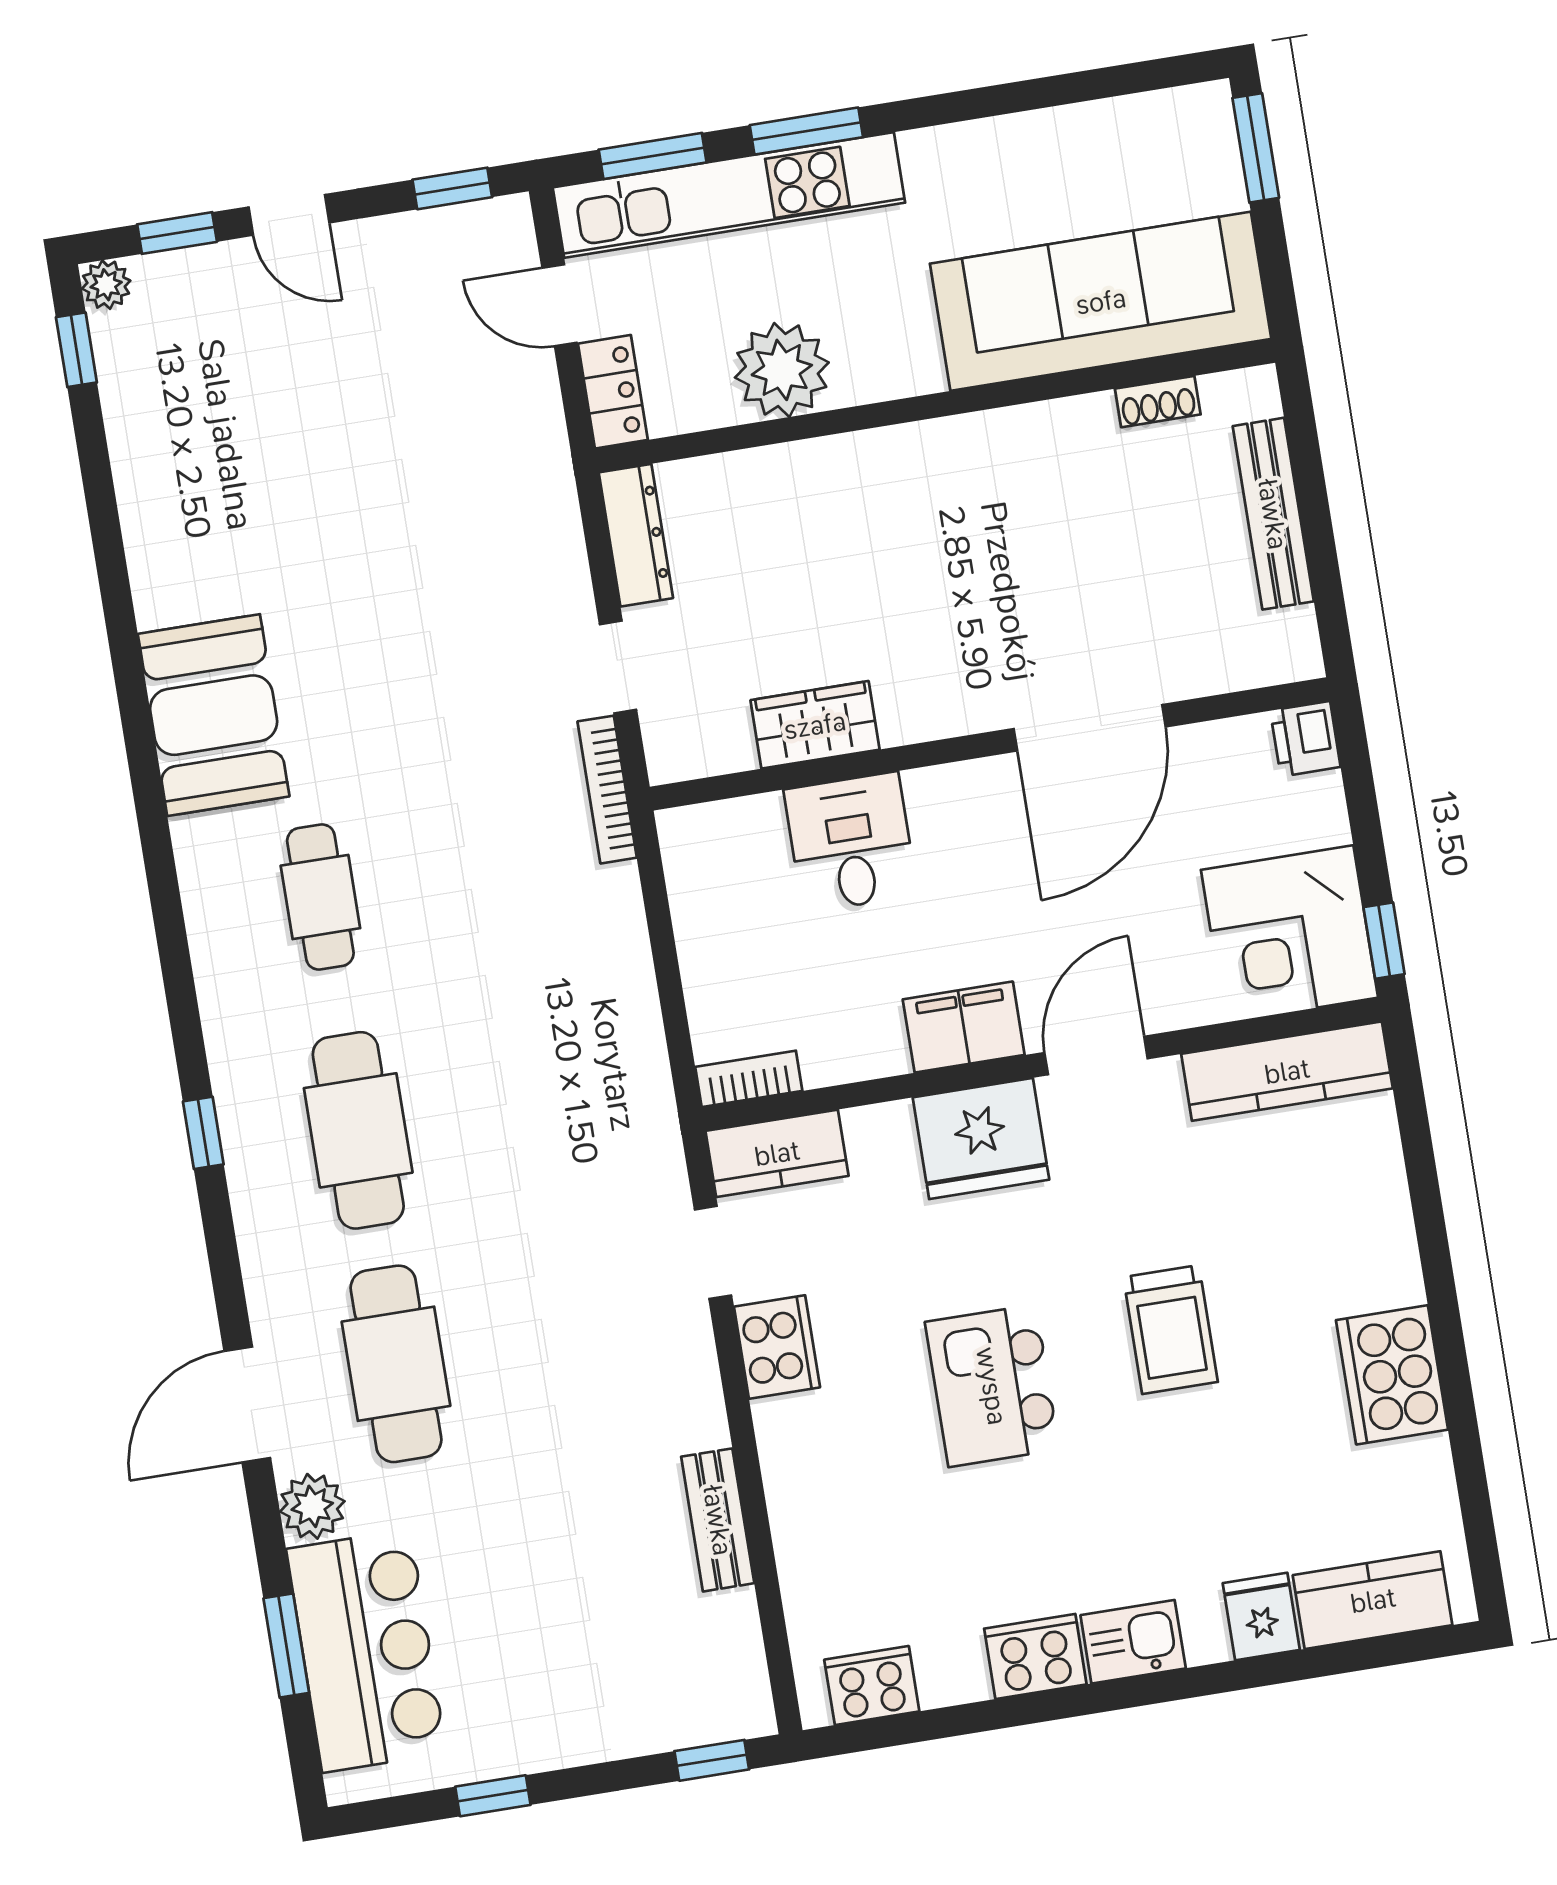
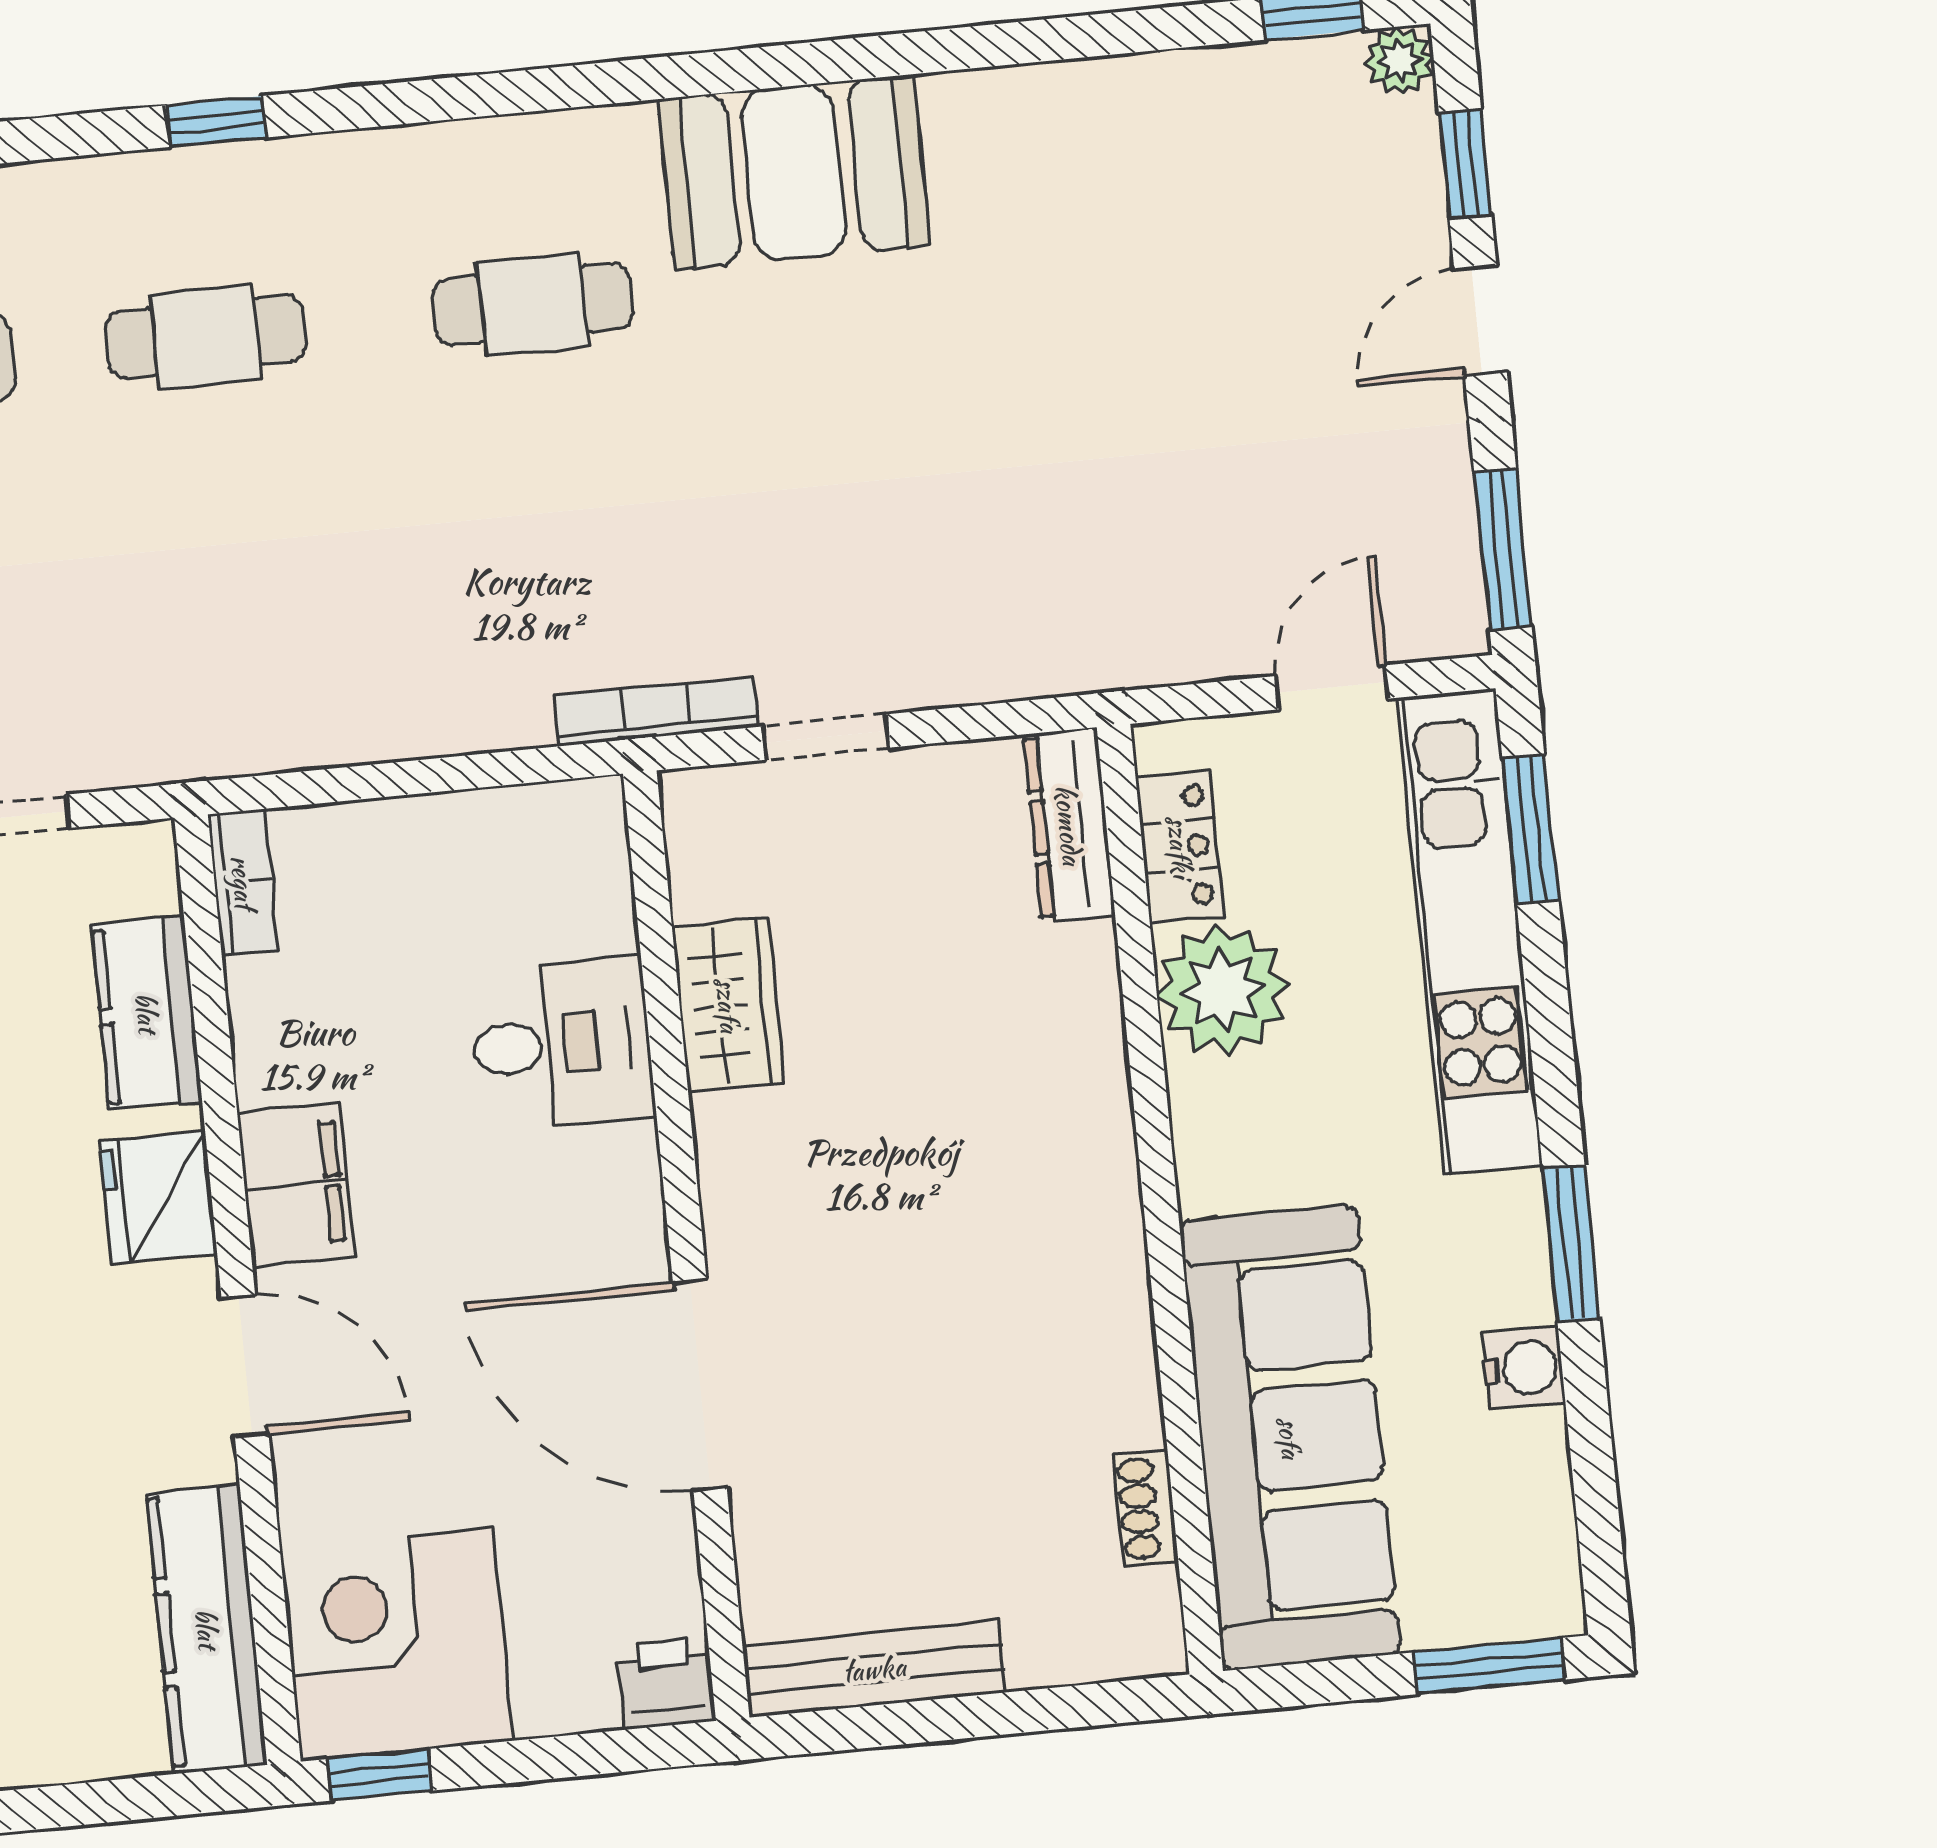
window: (806, 131) -> (1571, 1244), moved
water cooler: (1040, 136) -> (1524, 1368), added
window: (452, 188) -> (1503, 549), width x1.50
locker: (613, 392) -> (1180, 847), moved, turned -90
bench: (1273, 514) -> (874, 1669), moved
dresser: (636, 535) -> (1069, 825), moved, turned 90
cafe table: (358, 1130) -> (206, 336), width x0.73, depth x0.74
fridge: (981, 1139) -> (158, 1197), width x0.73, depth x0.75
kitchen counter: (777, 1153) -> (147, 1013), moved

